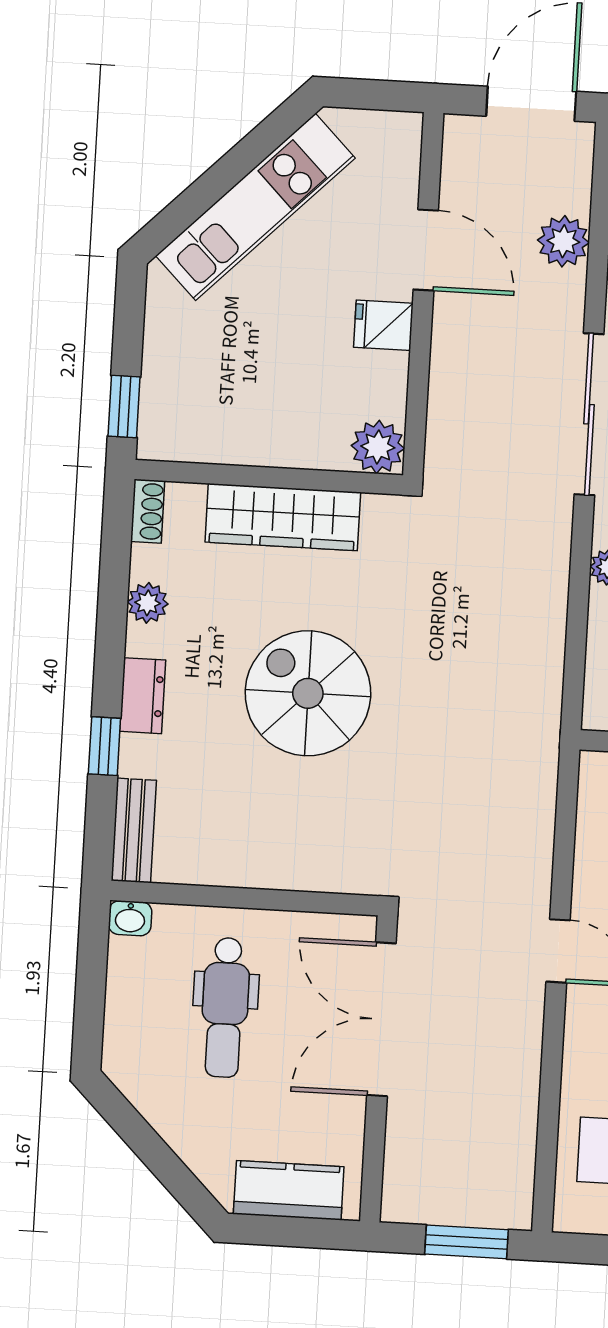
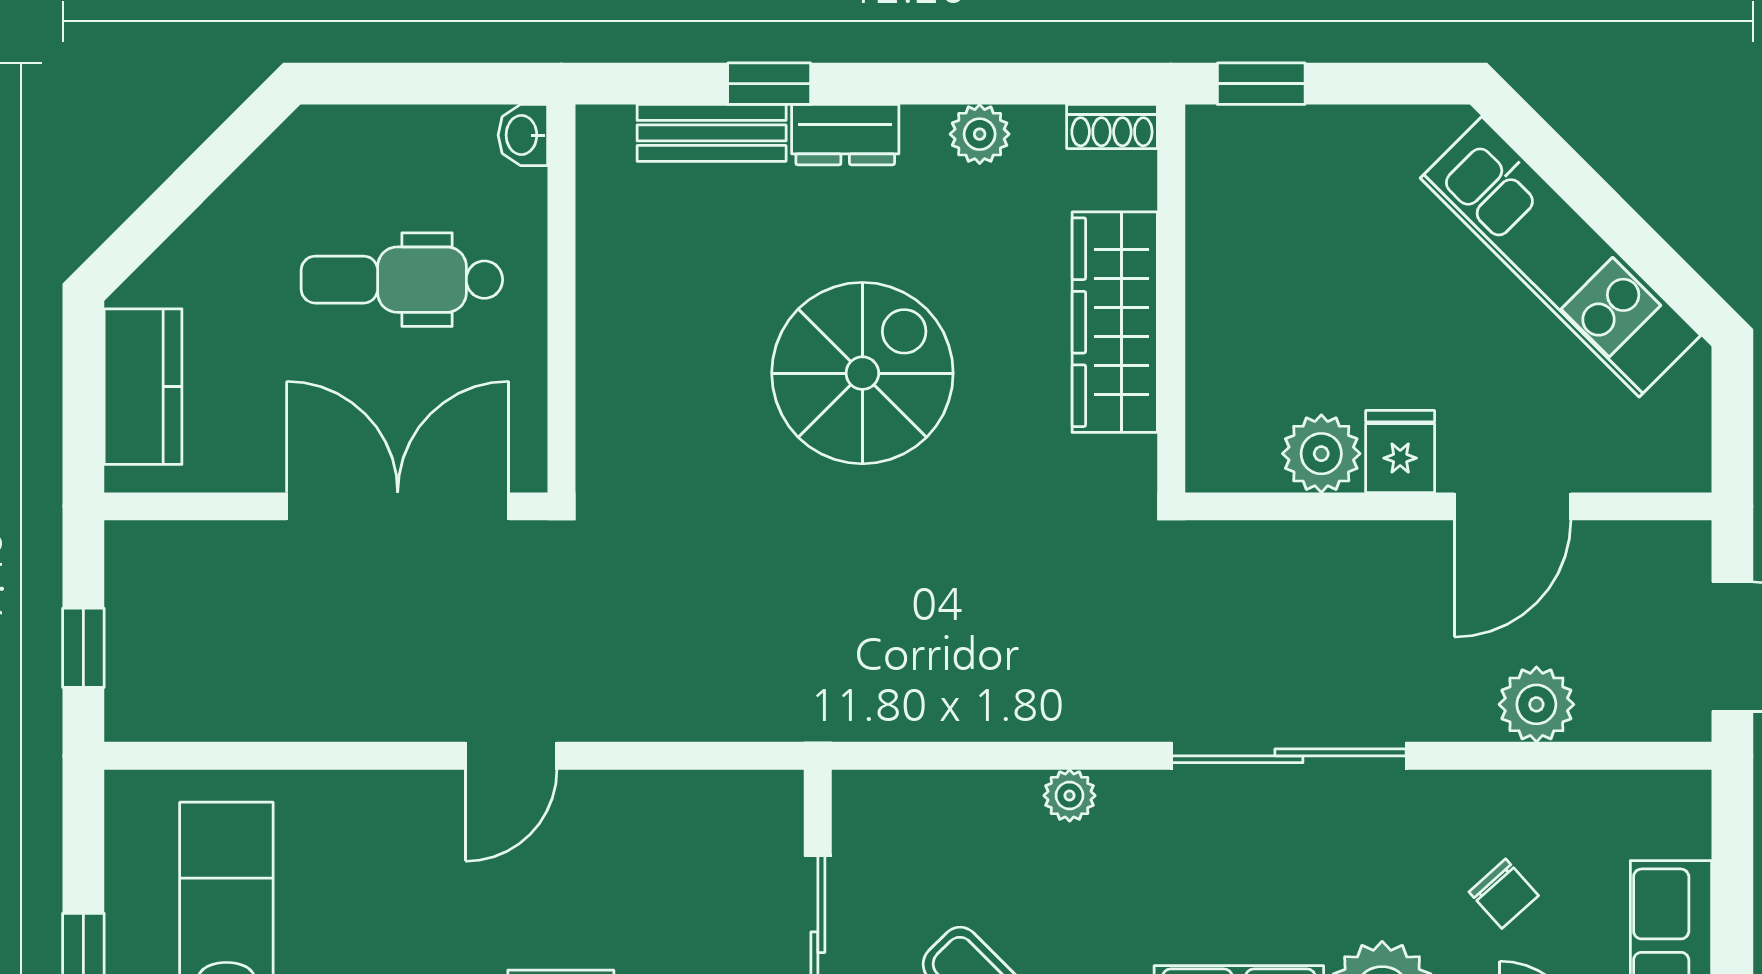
plant: (378, 447) -> (1321, 454), moved
bench: (134, 830) -> (712, 133), moved
window: (467, 1242) -> (83, 648), width x0.67

